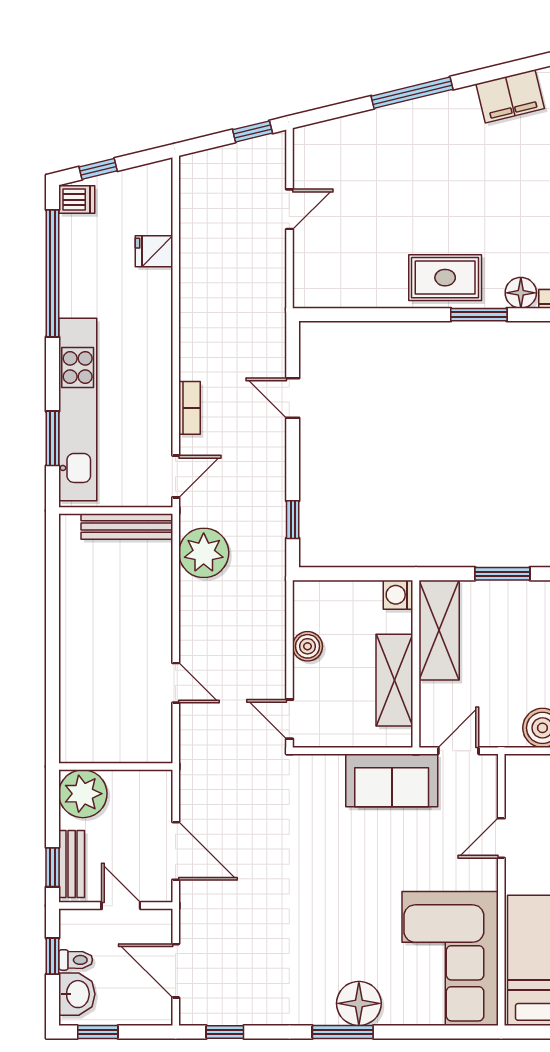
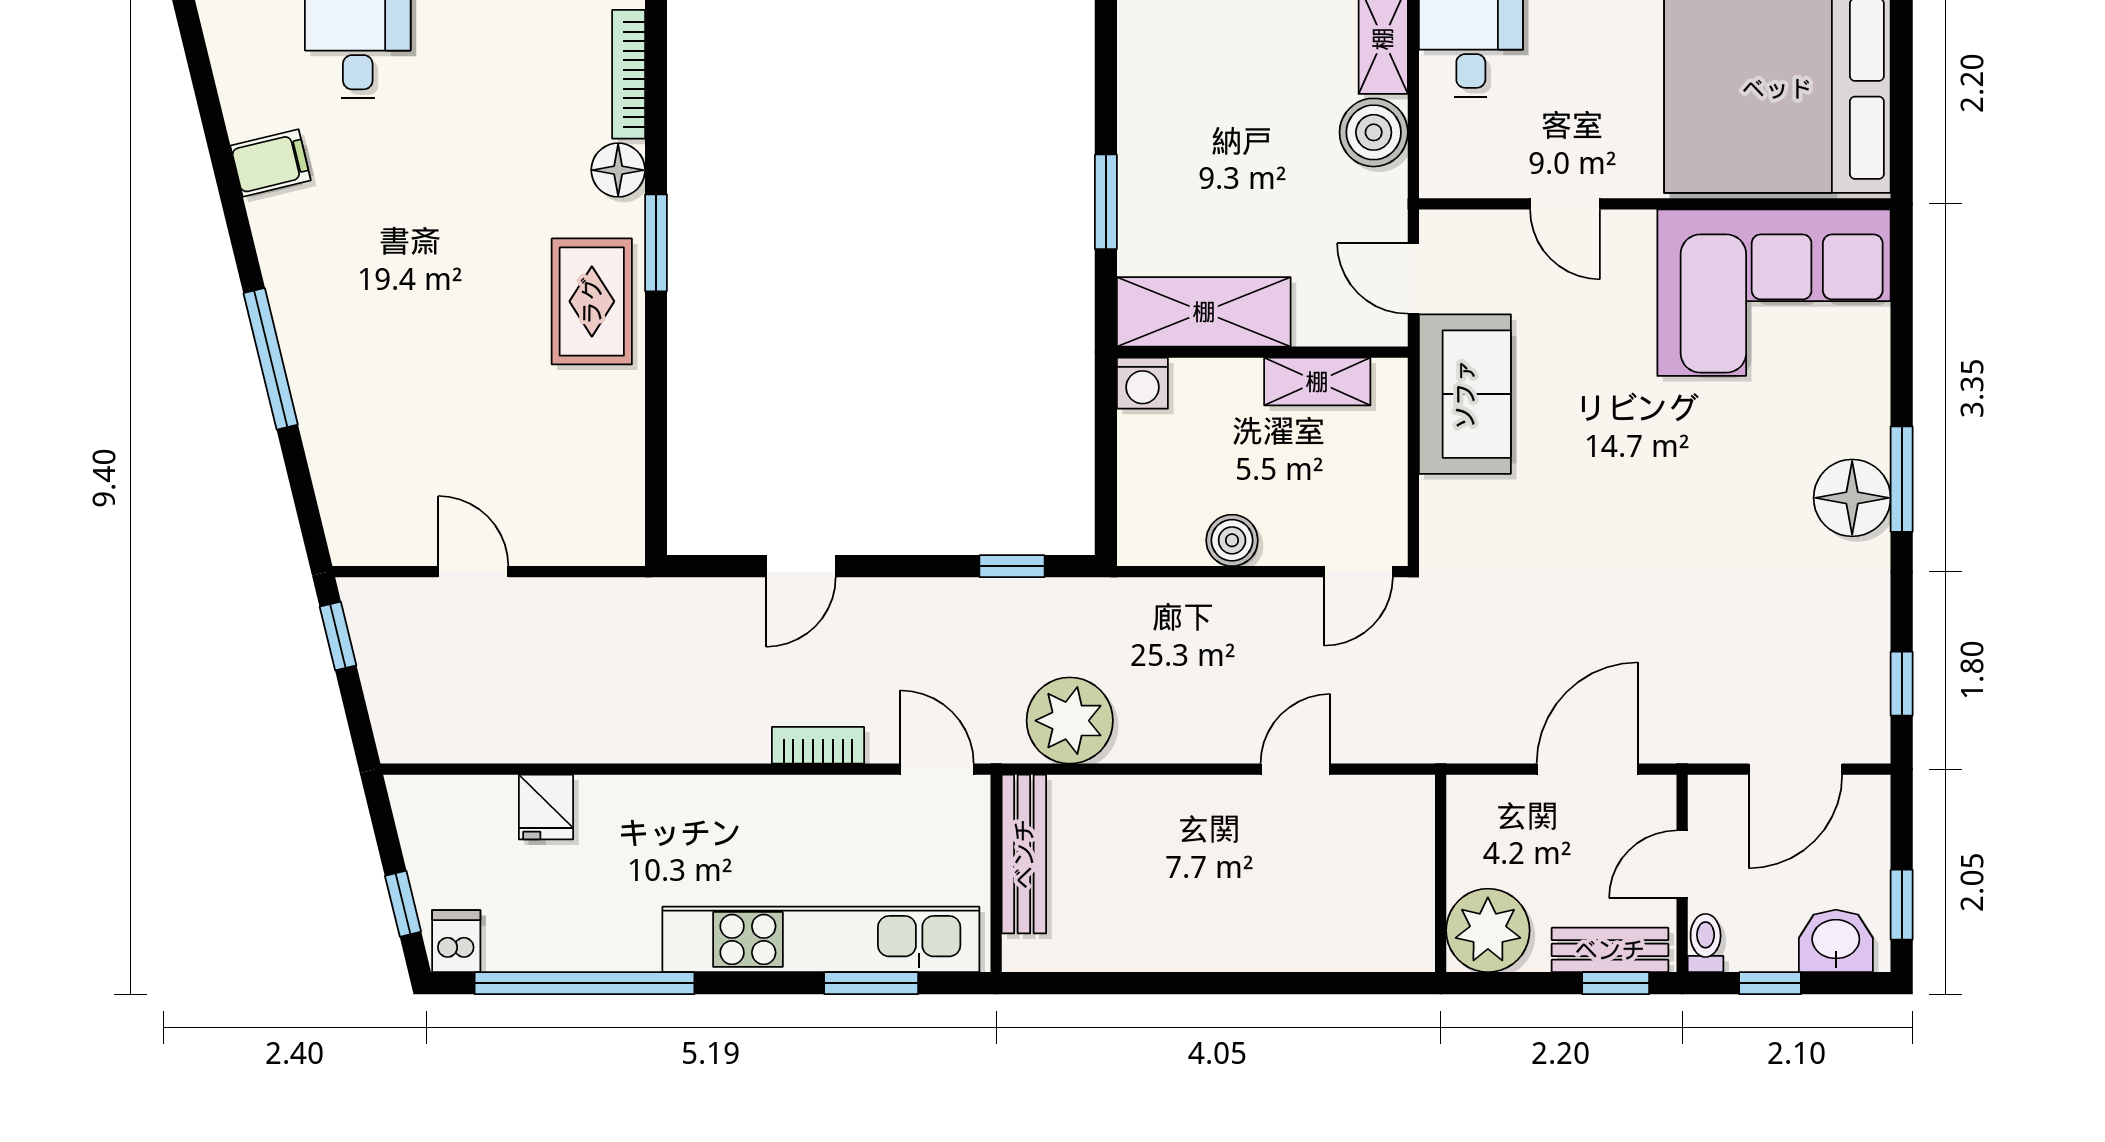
filing cabinet: (510, 96) -> (271, 163), width x0.50
shelving: (394, 680) -> (1317, 382), width x0.67, depth x0.75
toilet: (76, 960) -> (1706, 943), moved
floor lamp: (359, 1003) -> (1852, 498), moved

